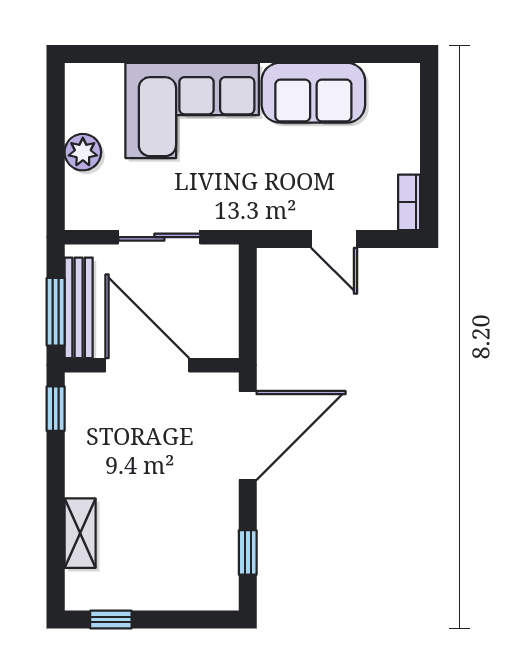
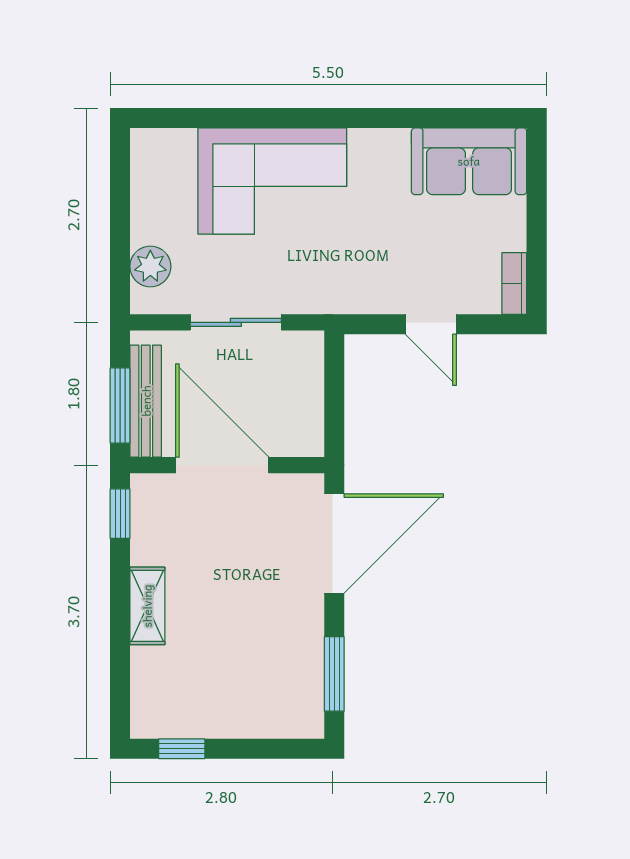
sofa: (313, 93) -> (469, 161), moved
plant: (83, 152) -> (150, 266), moved
shelving: (80, 533) -> (147, 606), moved
window: (248, 552) -> (334, 674), width x1.50

